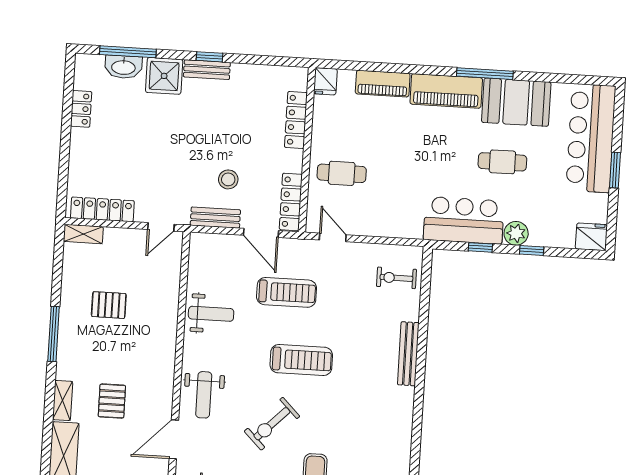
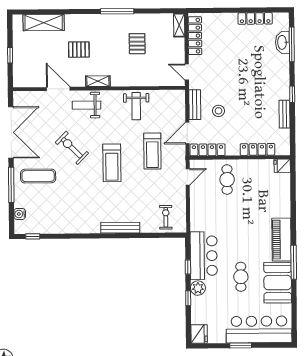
bench: (207, 70) -> (284, 114), moved
shower: (164, 76) -> (279, 67), removed
piano: (383, 84) -> (283, 201), removed
locker: (81, 109) -> (255, 18), width x1.53
shelving: (63, 400) -> (98, 81), moved

